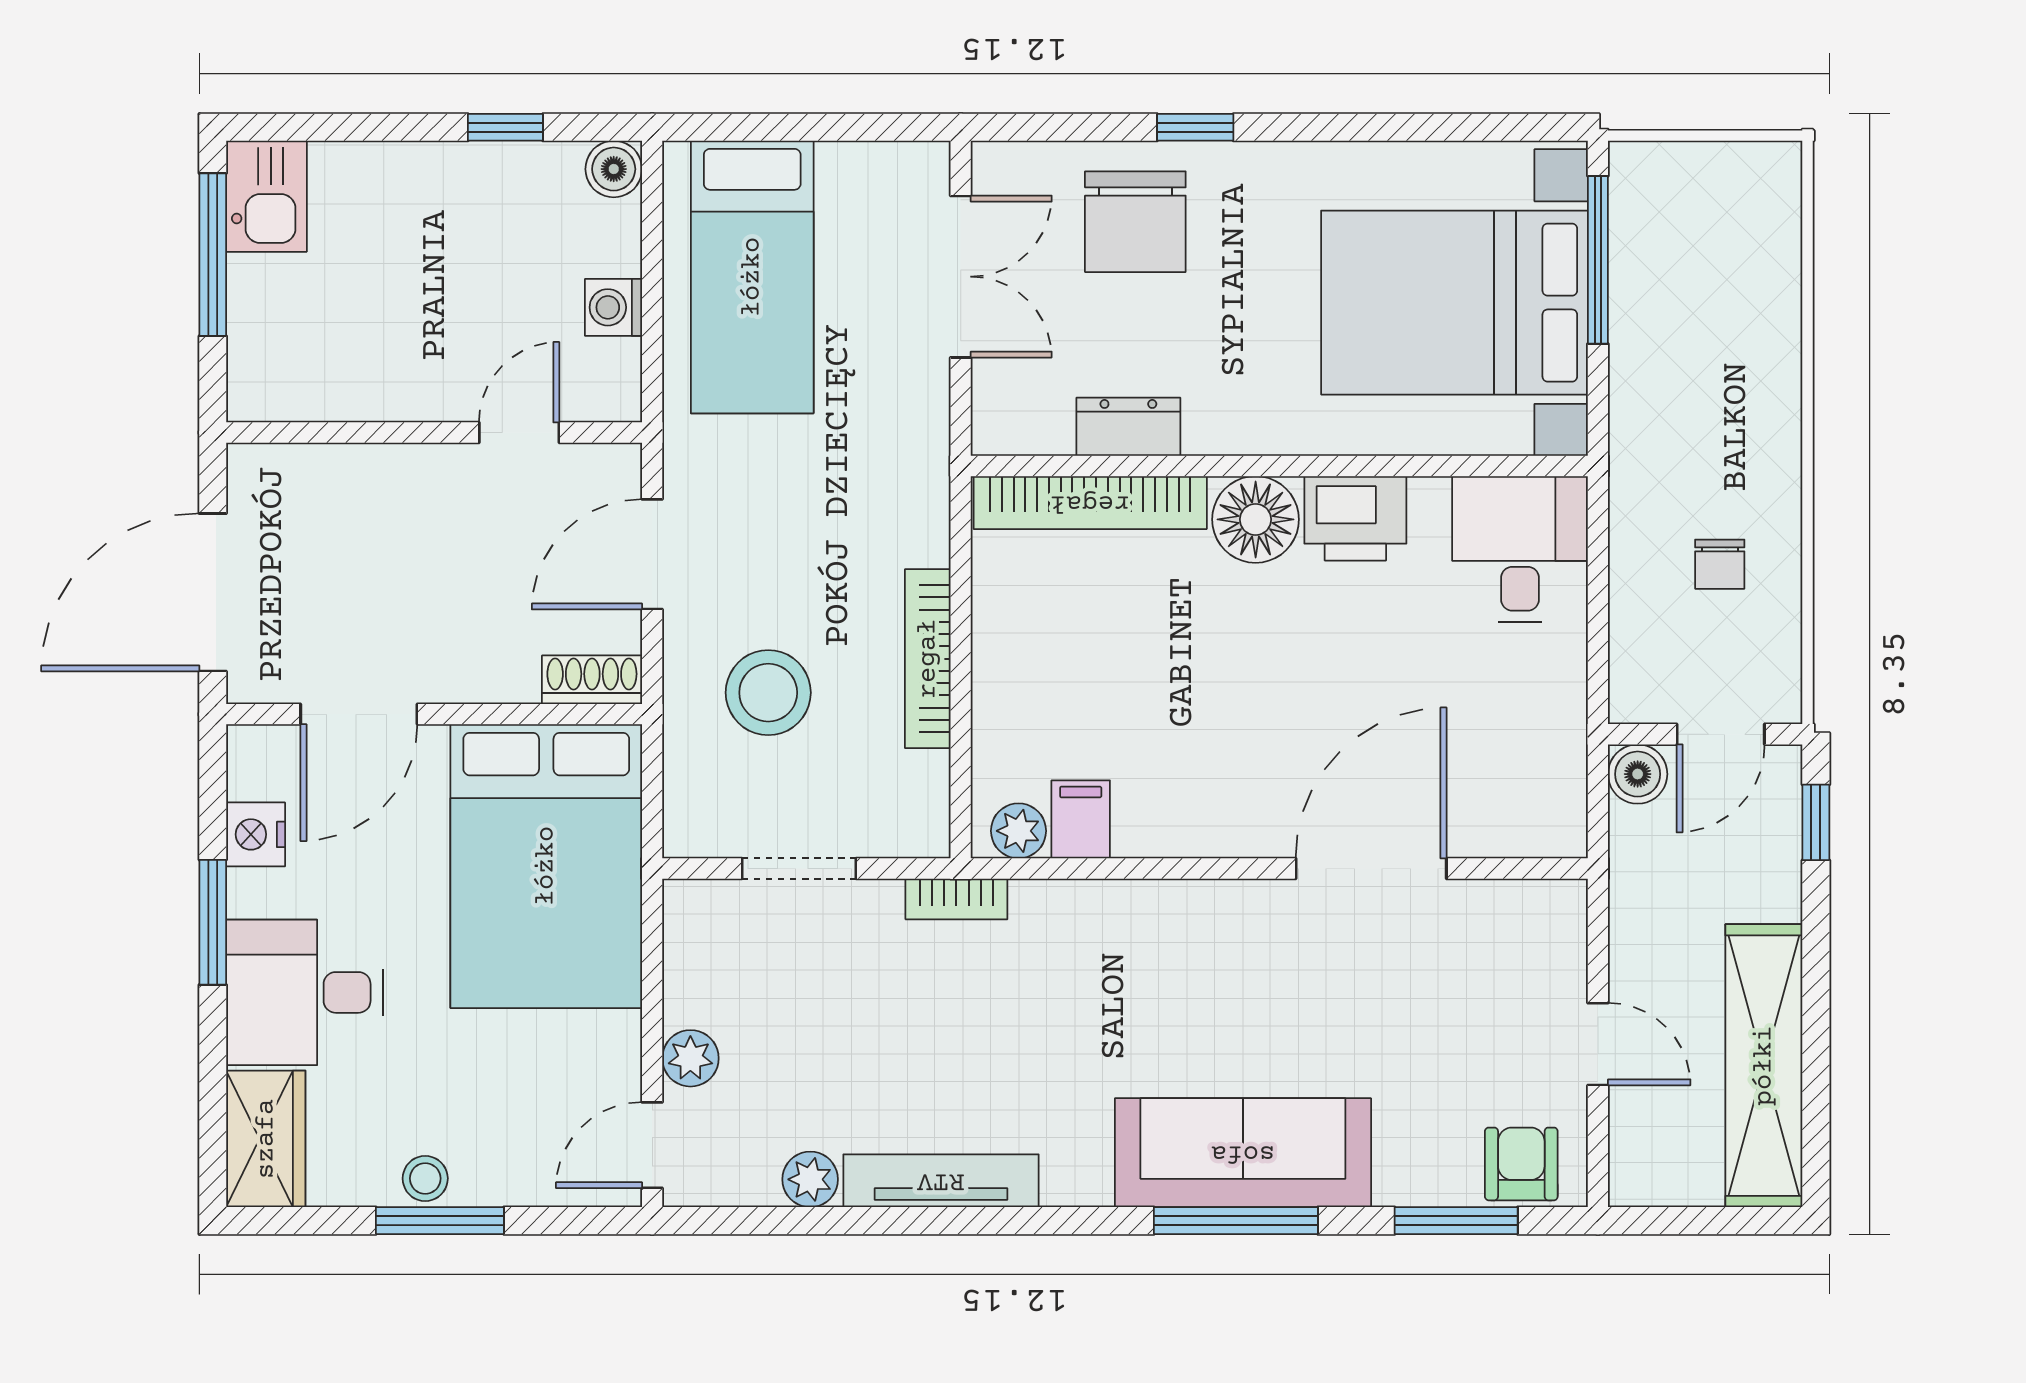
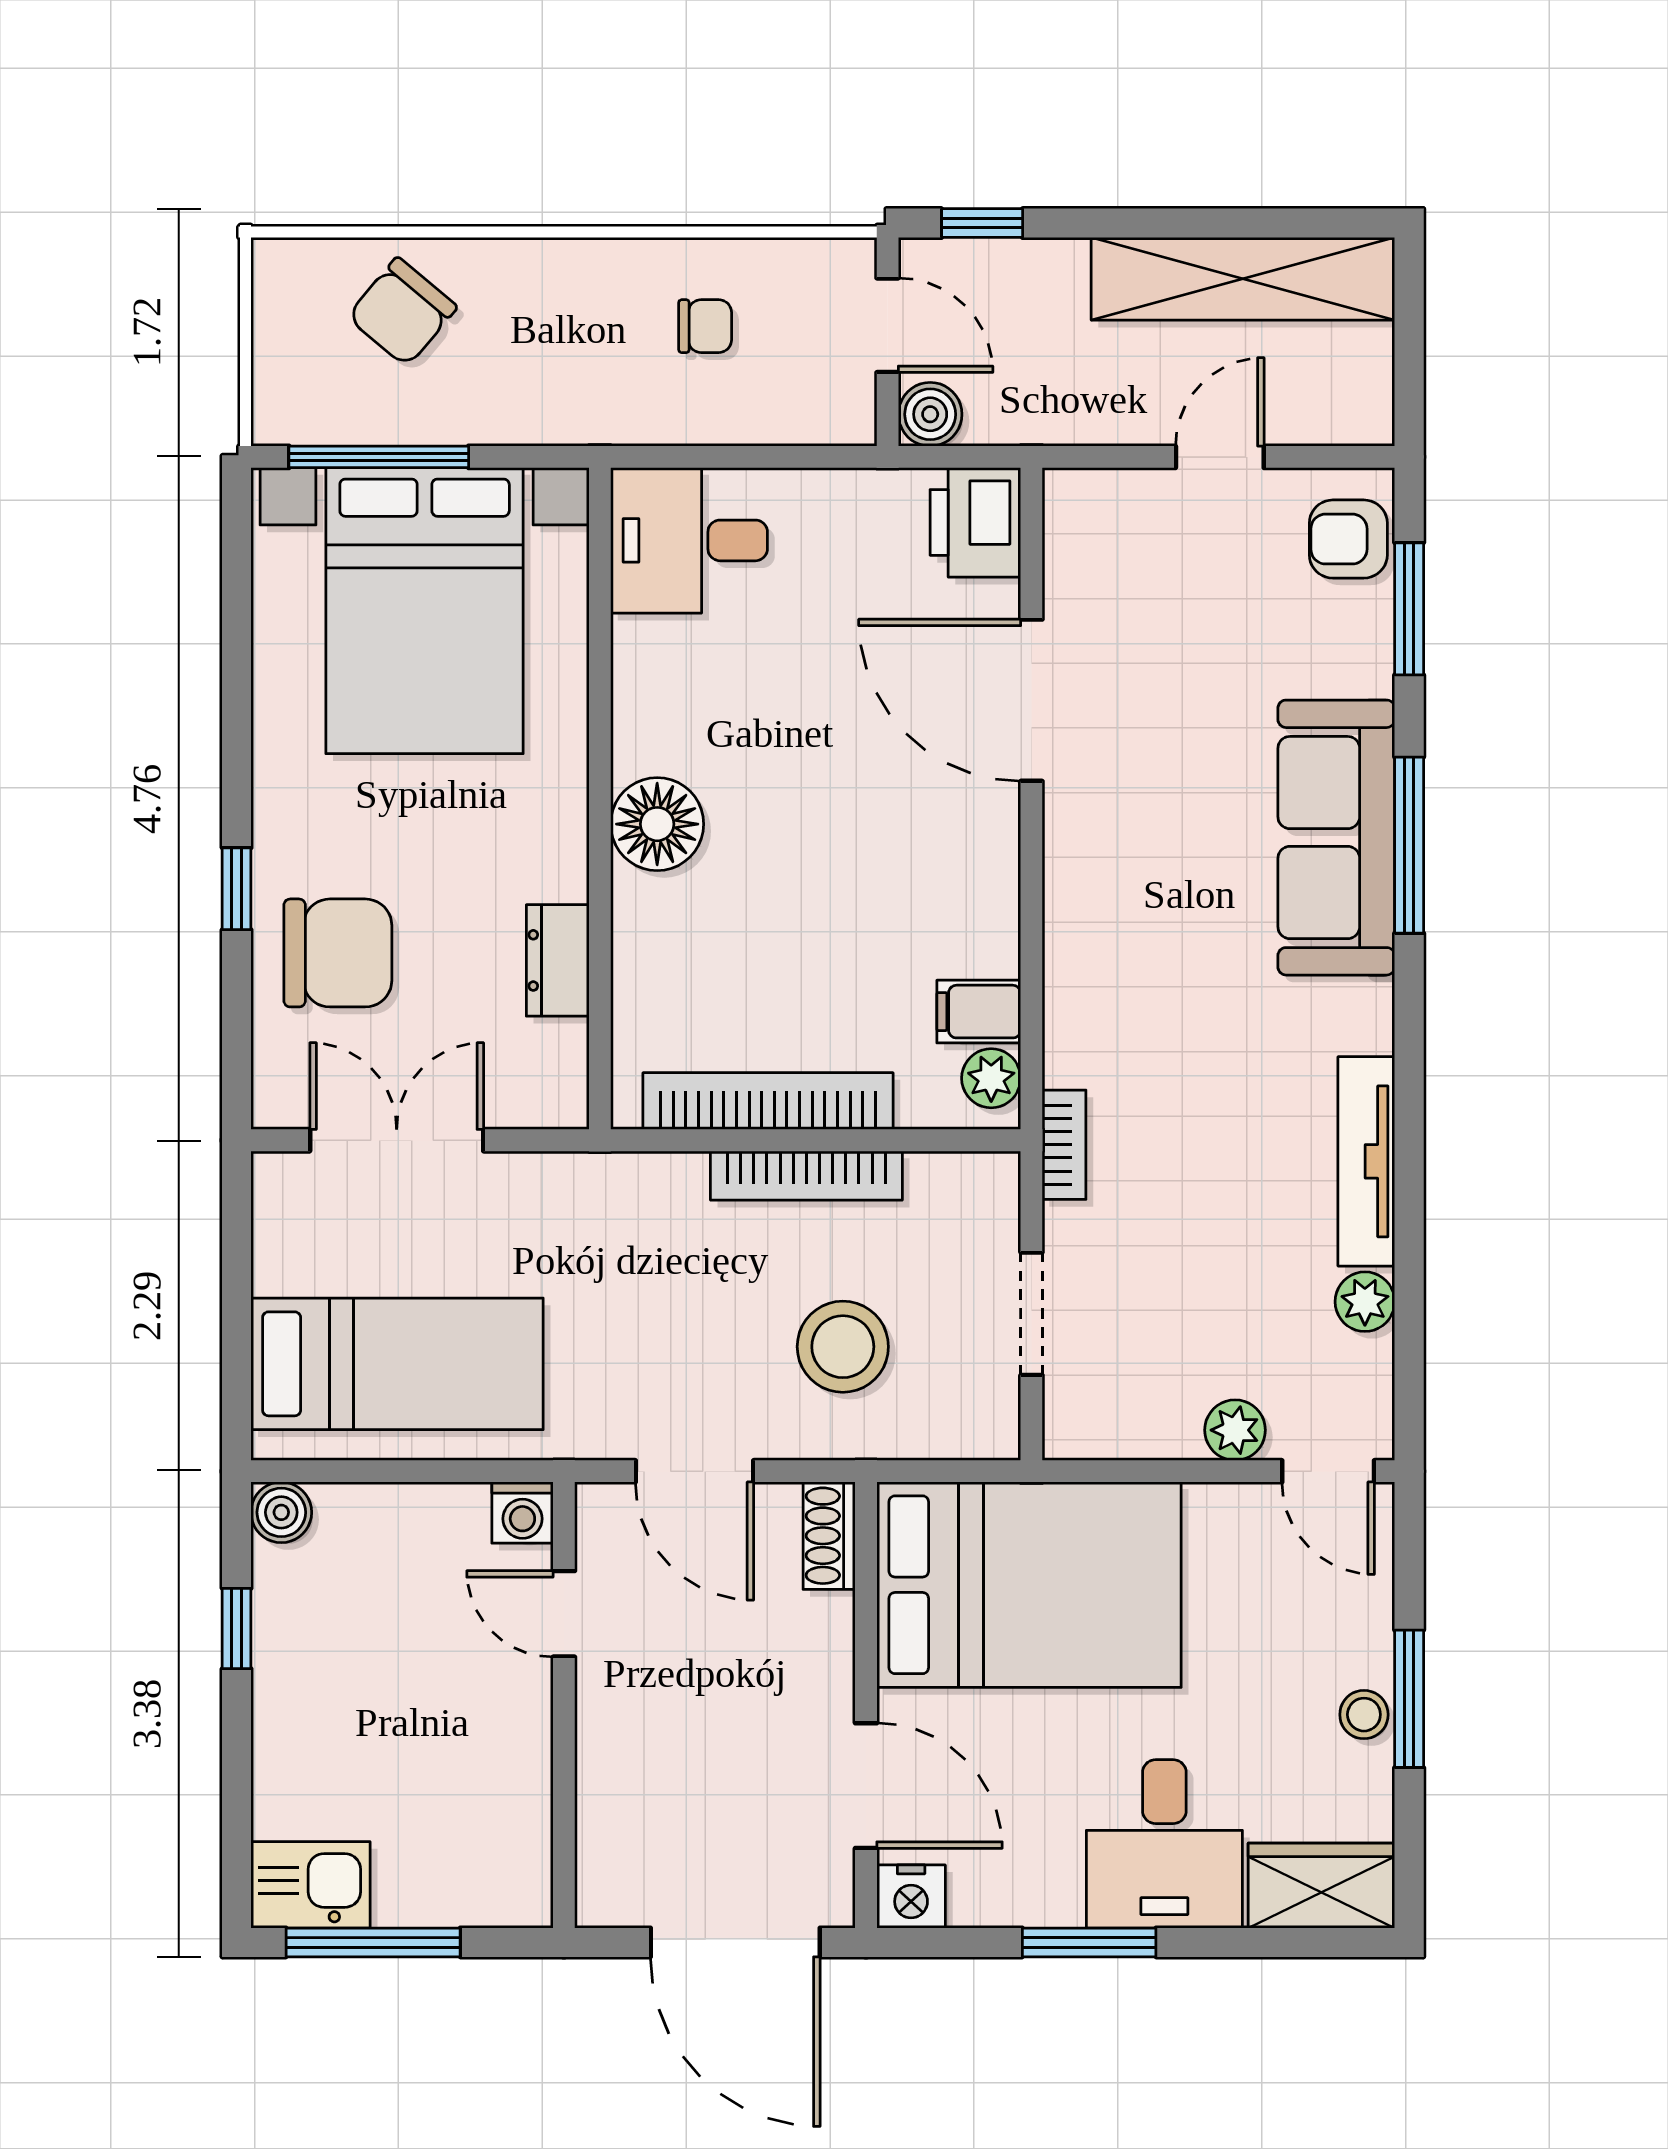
chair: (1733, 282) -> (402, 312), added
washing machine: (614, 307) -> (522, 1513), moved
bookcase: (1090, 503) -> (768, 1101), moved, turned -90
printer: (1355, 518) -> (975, 522), moved, turned 180
nightstand: (256, 834) -> (911, 1896), moved

